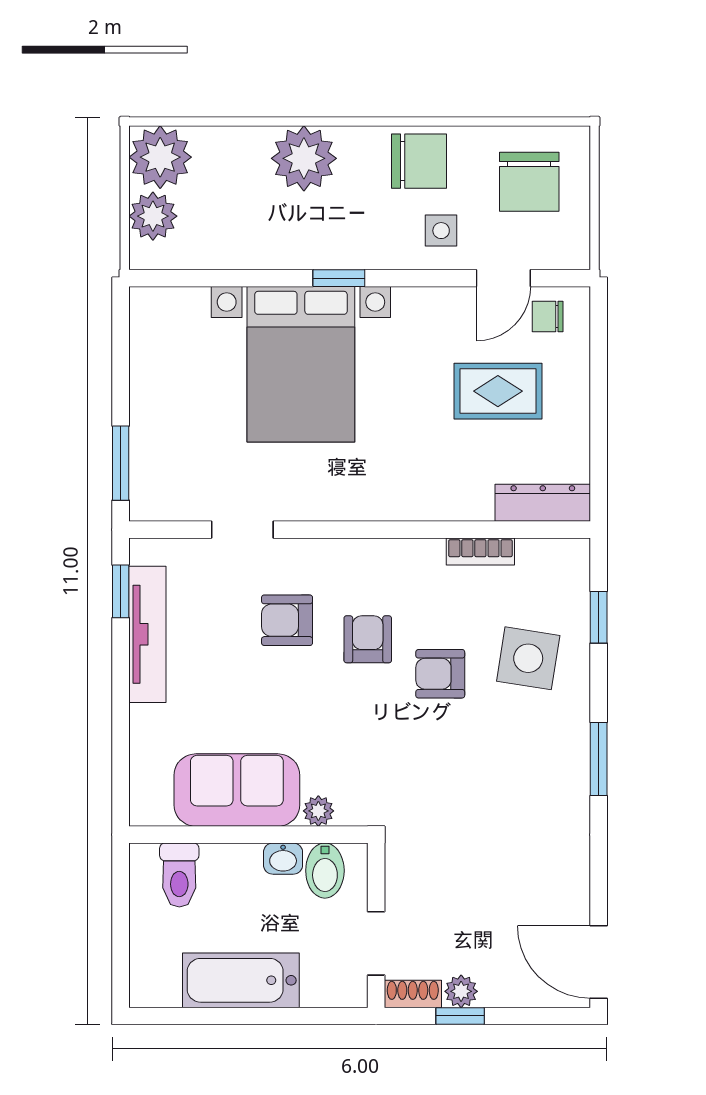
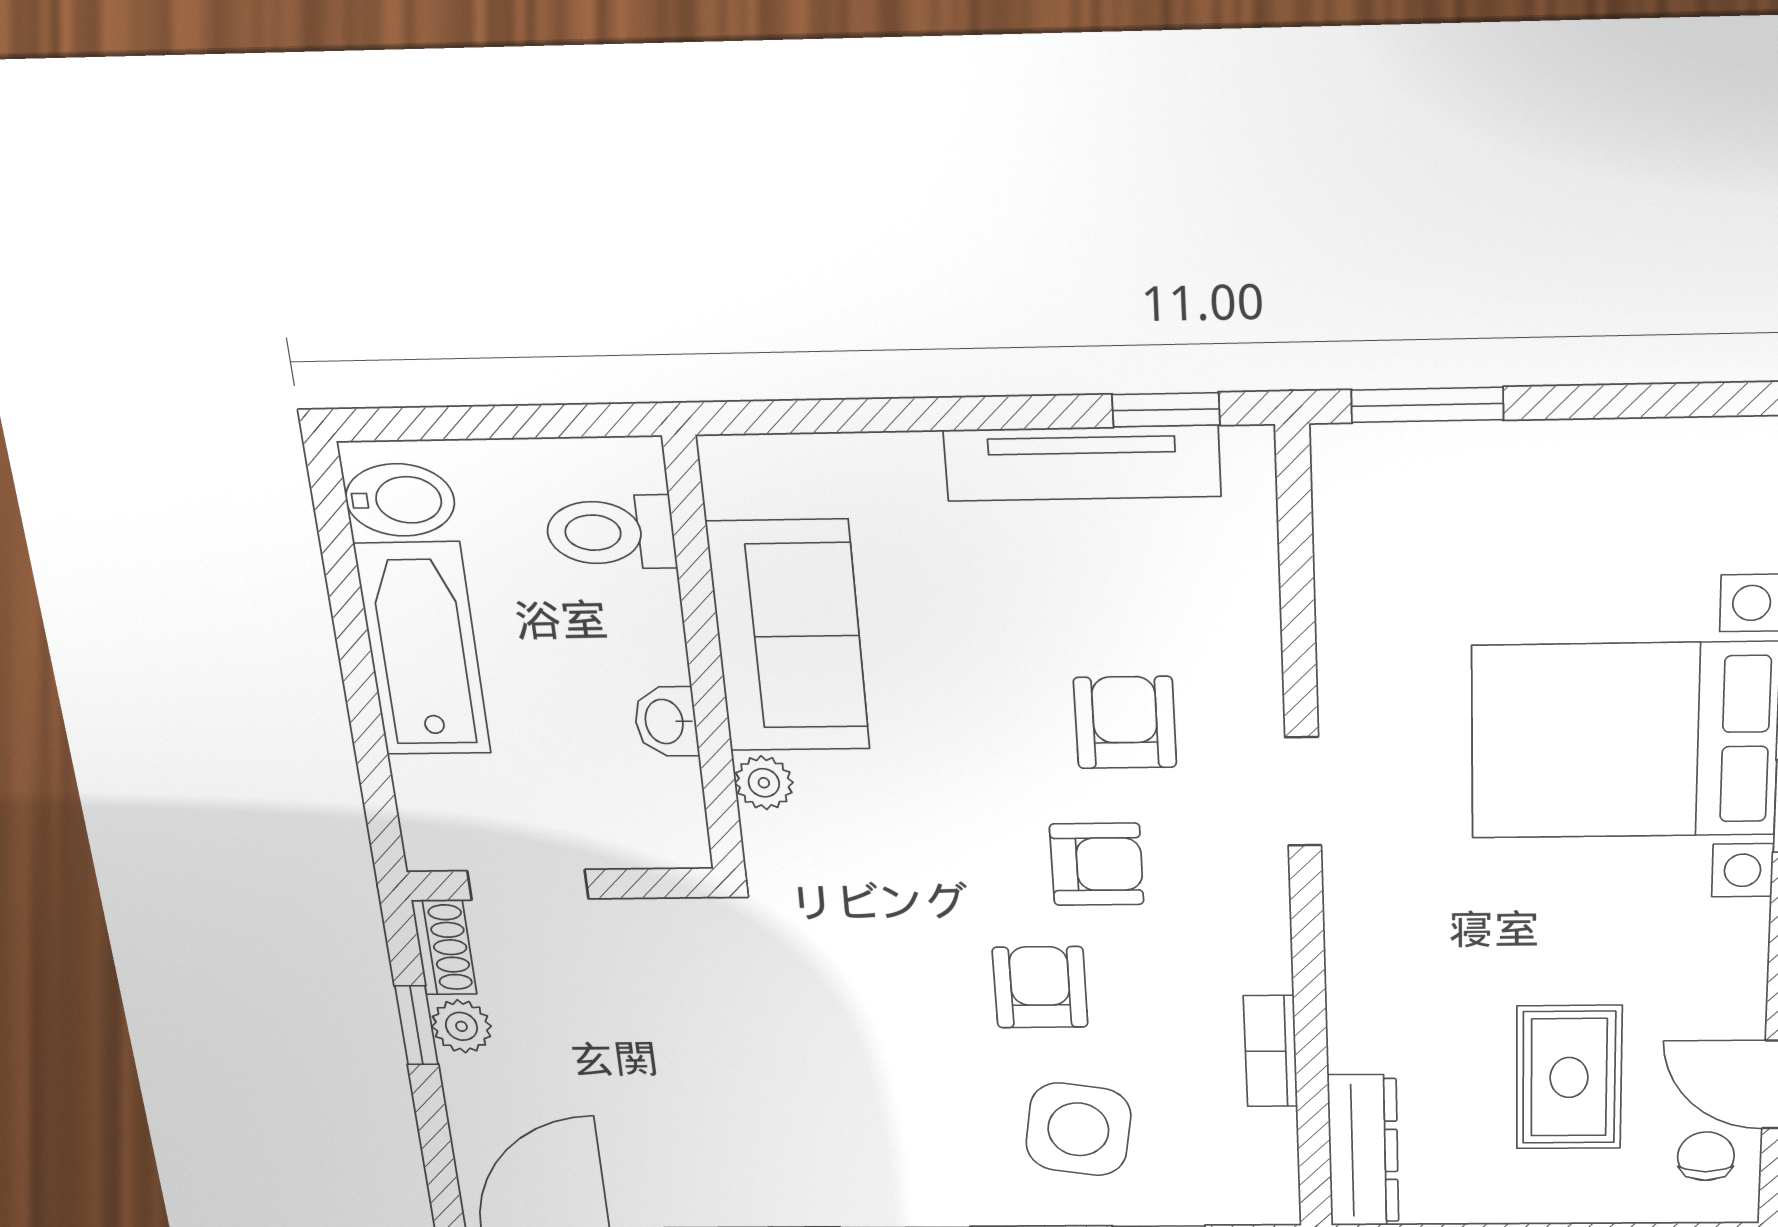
doorway: (242, 530) -> (1303, 792), moved
bidet: (325, 871) -> (400, 500), moved, turned 180

